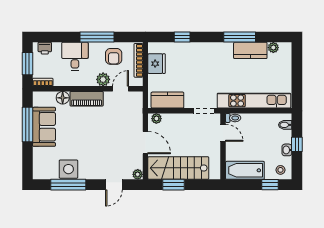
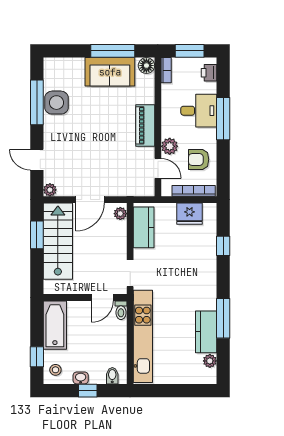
window: (97, 37) -> (223, 119), moved
floor lamp: (63, 98) -> (146, 66), moved

